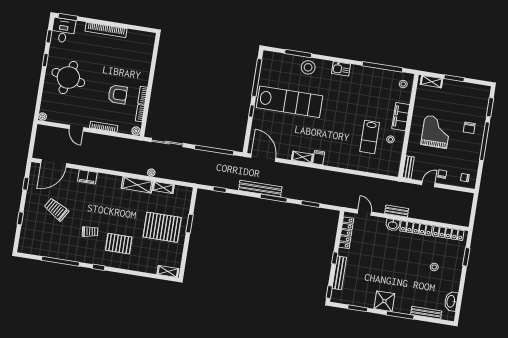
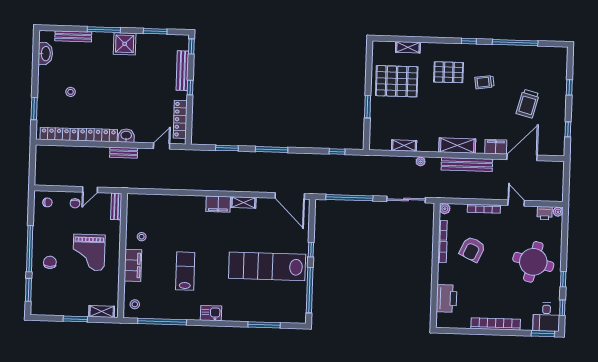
printer: (144, 56) -> (446, 298), added
stool: (308, 67) -> (250, 310), removed
armchair: (118, 94) -> (472, 249), turned -65
printer: (54, 117) -> (545, 213), added
lab bench: (370, 137) -> (185, 271), moved
filing cabinet: (319, 158) -> (218, 204), width x2.00
door: (54, 163) -> (522, 157), moved
shelving: (137, 185) -> (457, 146), moved
bench: (260, 189) -> (467, 164), moved
trolley: (56, 209) -> (528, 104), turned 74
door: (364, 213) -> (162, 146), swing flipped
pallet: (162, 227) -> (397, 81), moved
shelving: (168, 271) -> (408, 47), moved

